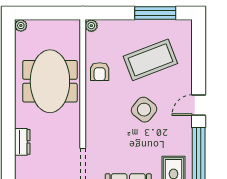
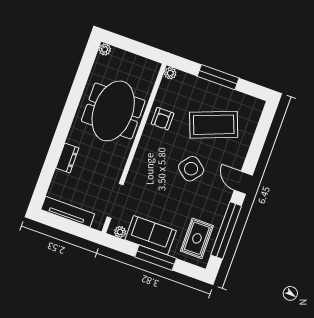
window: (155, 13) -> (218, 77), moved
door: (199, 105) -> (243, 183), hinge flipped

